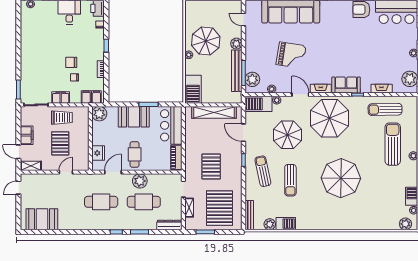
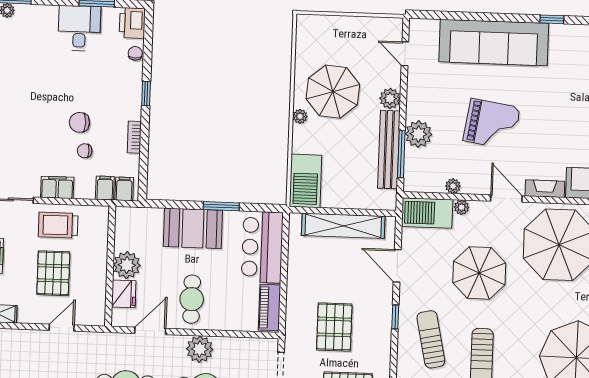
plant: (252, 79) -> (418, 134), moved
plant: (99, 114) -> (127, 265), moved
trolley: (62, 118) -> (58, 225), turned 180

